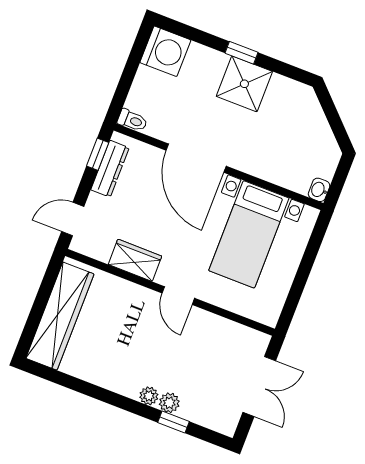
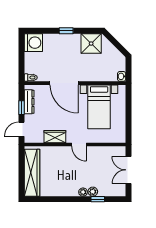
shower: (244, 84) -> (91, 44), moved
window: (98, 154) -> (22, 108), moved
double door: (259, 387) -> (128, 170), swing flipped

